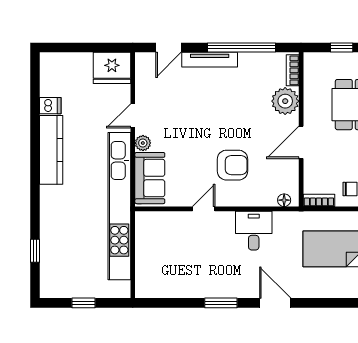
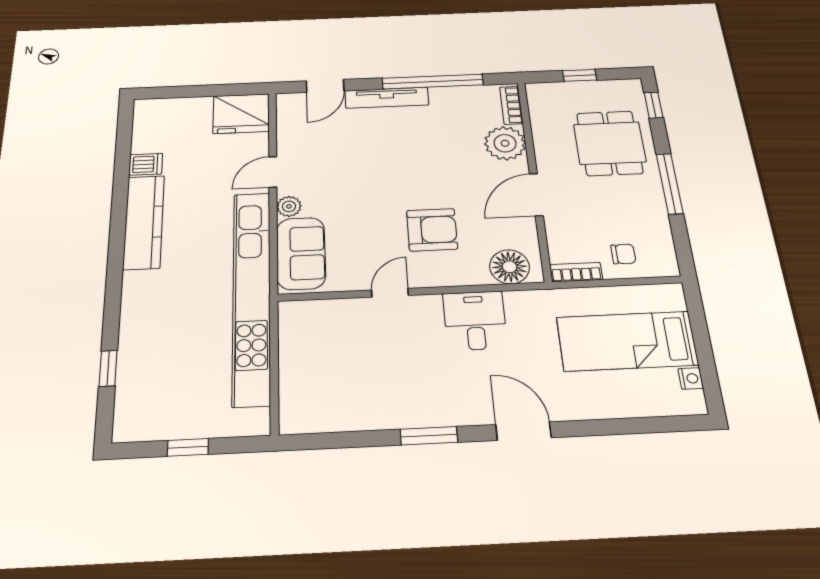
floor lamp: (284, 200) -> (510, 267), width x1.89, depth x1.89

